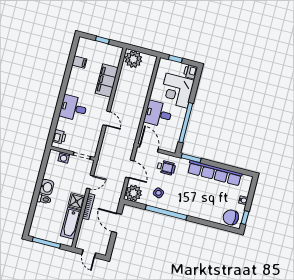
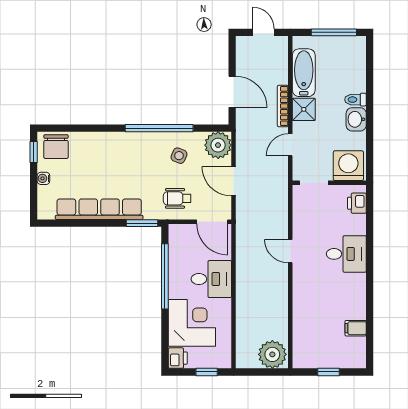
filing cabinet: (107, 81) -> (305, 310), removed
washing machine: (64, 157) -> (348, 166), width x1.89, depth x1.89
chair: (231, 217) -> (56, 147), turned 90

